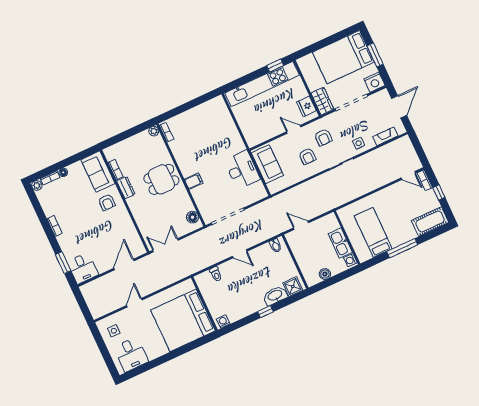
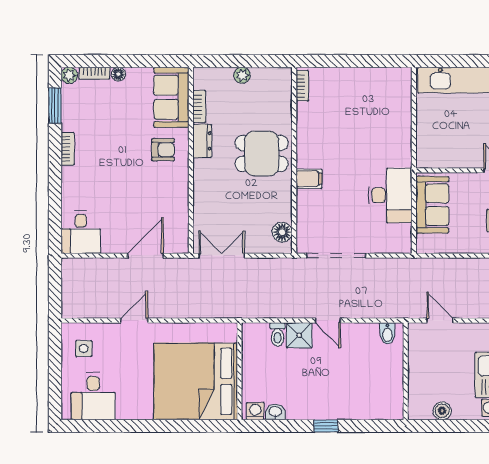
plant: (154, 131) -> (242, 75), moved
armchair: (107, 202) -> (163, 150), turned -90
window: (63, 263) -> (55, 106), moved
shower: (293, 287) -> (299, 335), moved
washbasin: (275, 296) -> (275, 412), moved, width x0.52, depth x0.69

